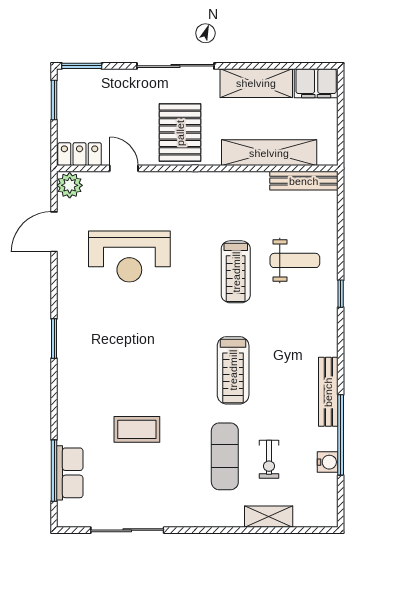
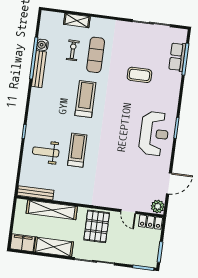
reception desk: (129, 257) -> (154, 134), moved, turned 90
bench: (328, 392) -> (39, 69), moved

